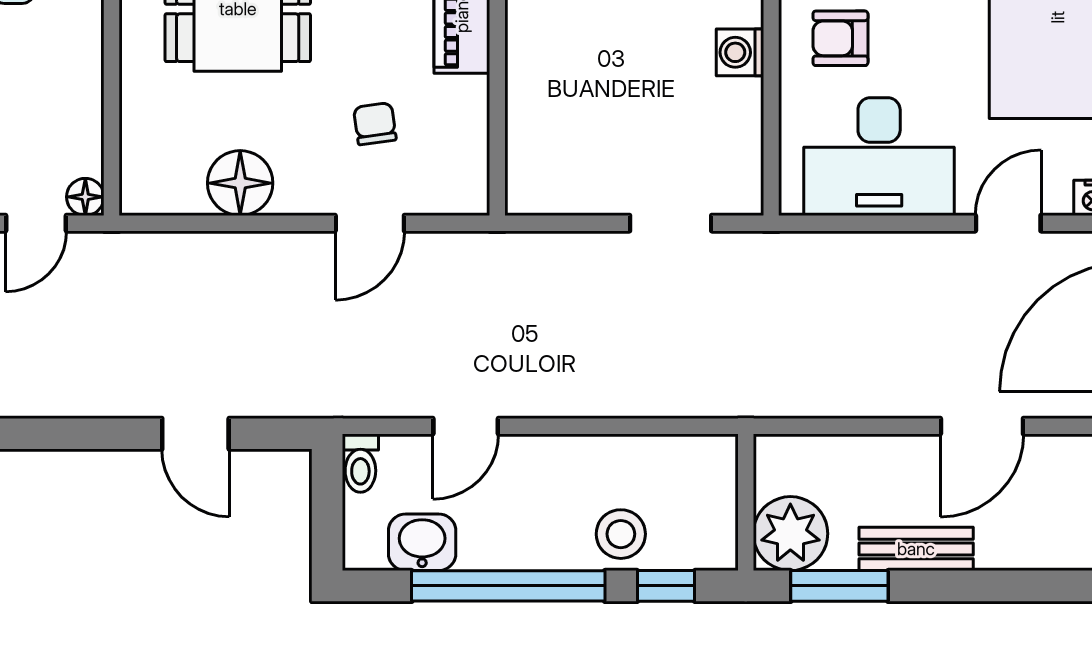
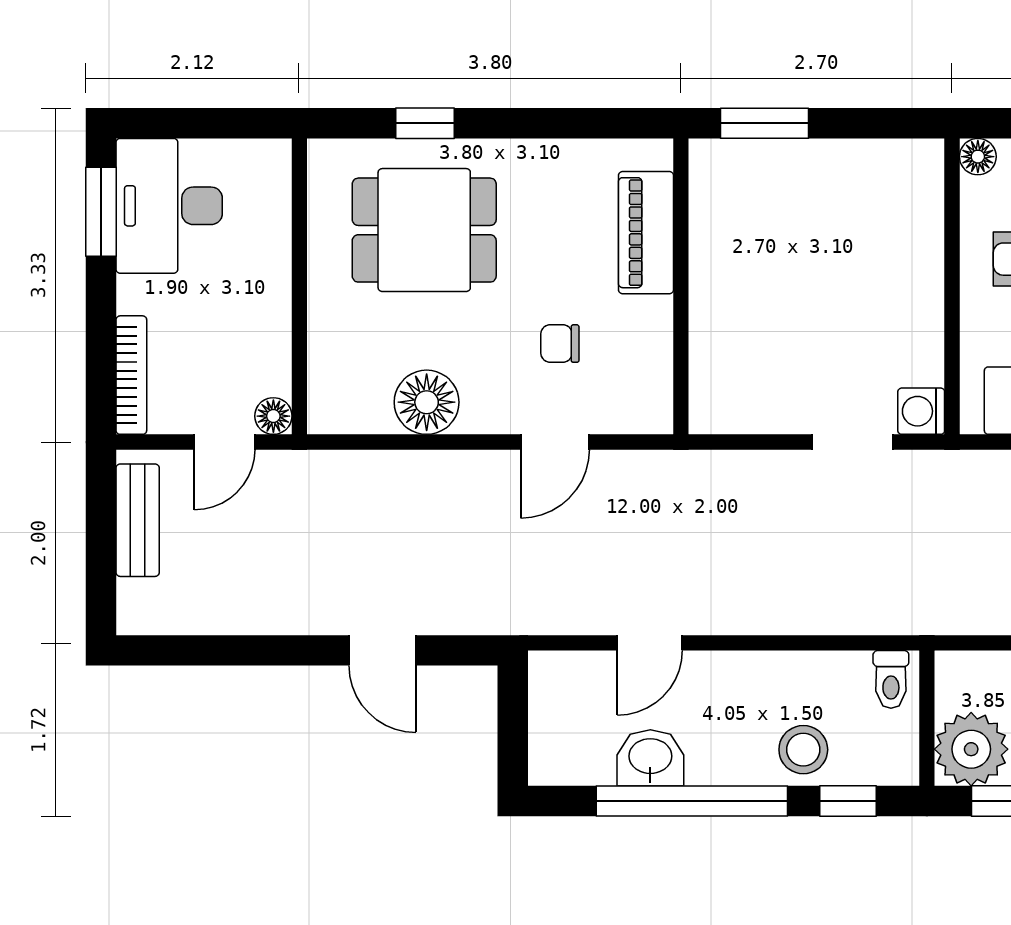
washing machine: (740, 52) -> (921, 411), moved
chair: (375, 124) -> (560, 344), turned -82
toilet: (360, 463) -> (891, 679), moved
washbasin: (422, 542) -> (650, 758), moved

